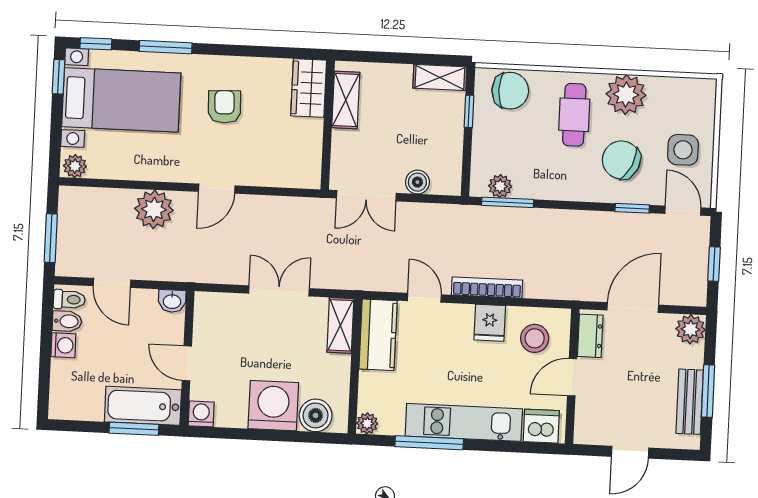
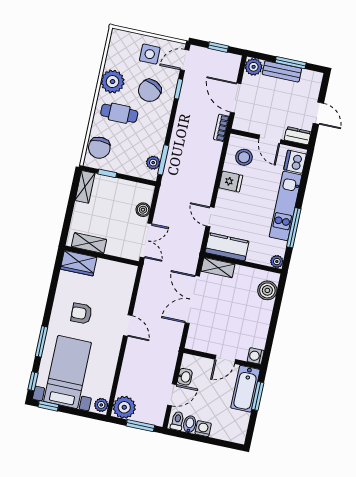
chair: (510, 91) -> (99, 148), turned 180
plant: (154, 209) -> (124, 407), moved
bookcase: (487, 287) -> (221, 128), moved, width x0.64
double door: (279, 291) -> (192, 300), width x1.37
door: (424, 298) -> (210, 217), hinge flipped
washbasin: (172, 301) -> (185, 377), moved
dresser: (590, 336) -> (298, 136), moved
bench: (690, 402) -> (282, 71), moved
washing machine: (273, 406) -> (258, 314), removed

